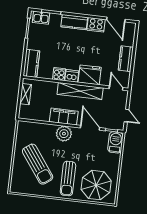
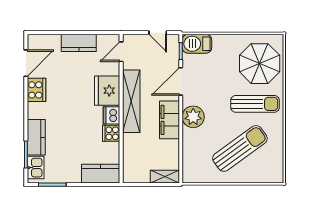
kitchen counter: (74, 22) -> (36, 137), moved
shelving: (26, 94) -> (165, 177), moved
door: (126, 116) -> (158, 33), swing flipped

